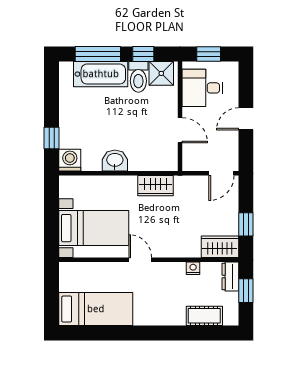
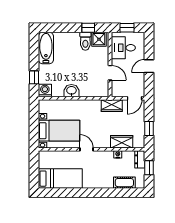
window: (98, 54) -> (61, 28), removed
bathtub: (101, 74) -> (46, 48), moved, turned -90
wardrobe: (155, 186) -> (112, 106), moved
wardrobe: (220, 247) -> (122, 142), moved

